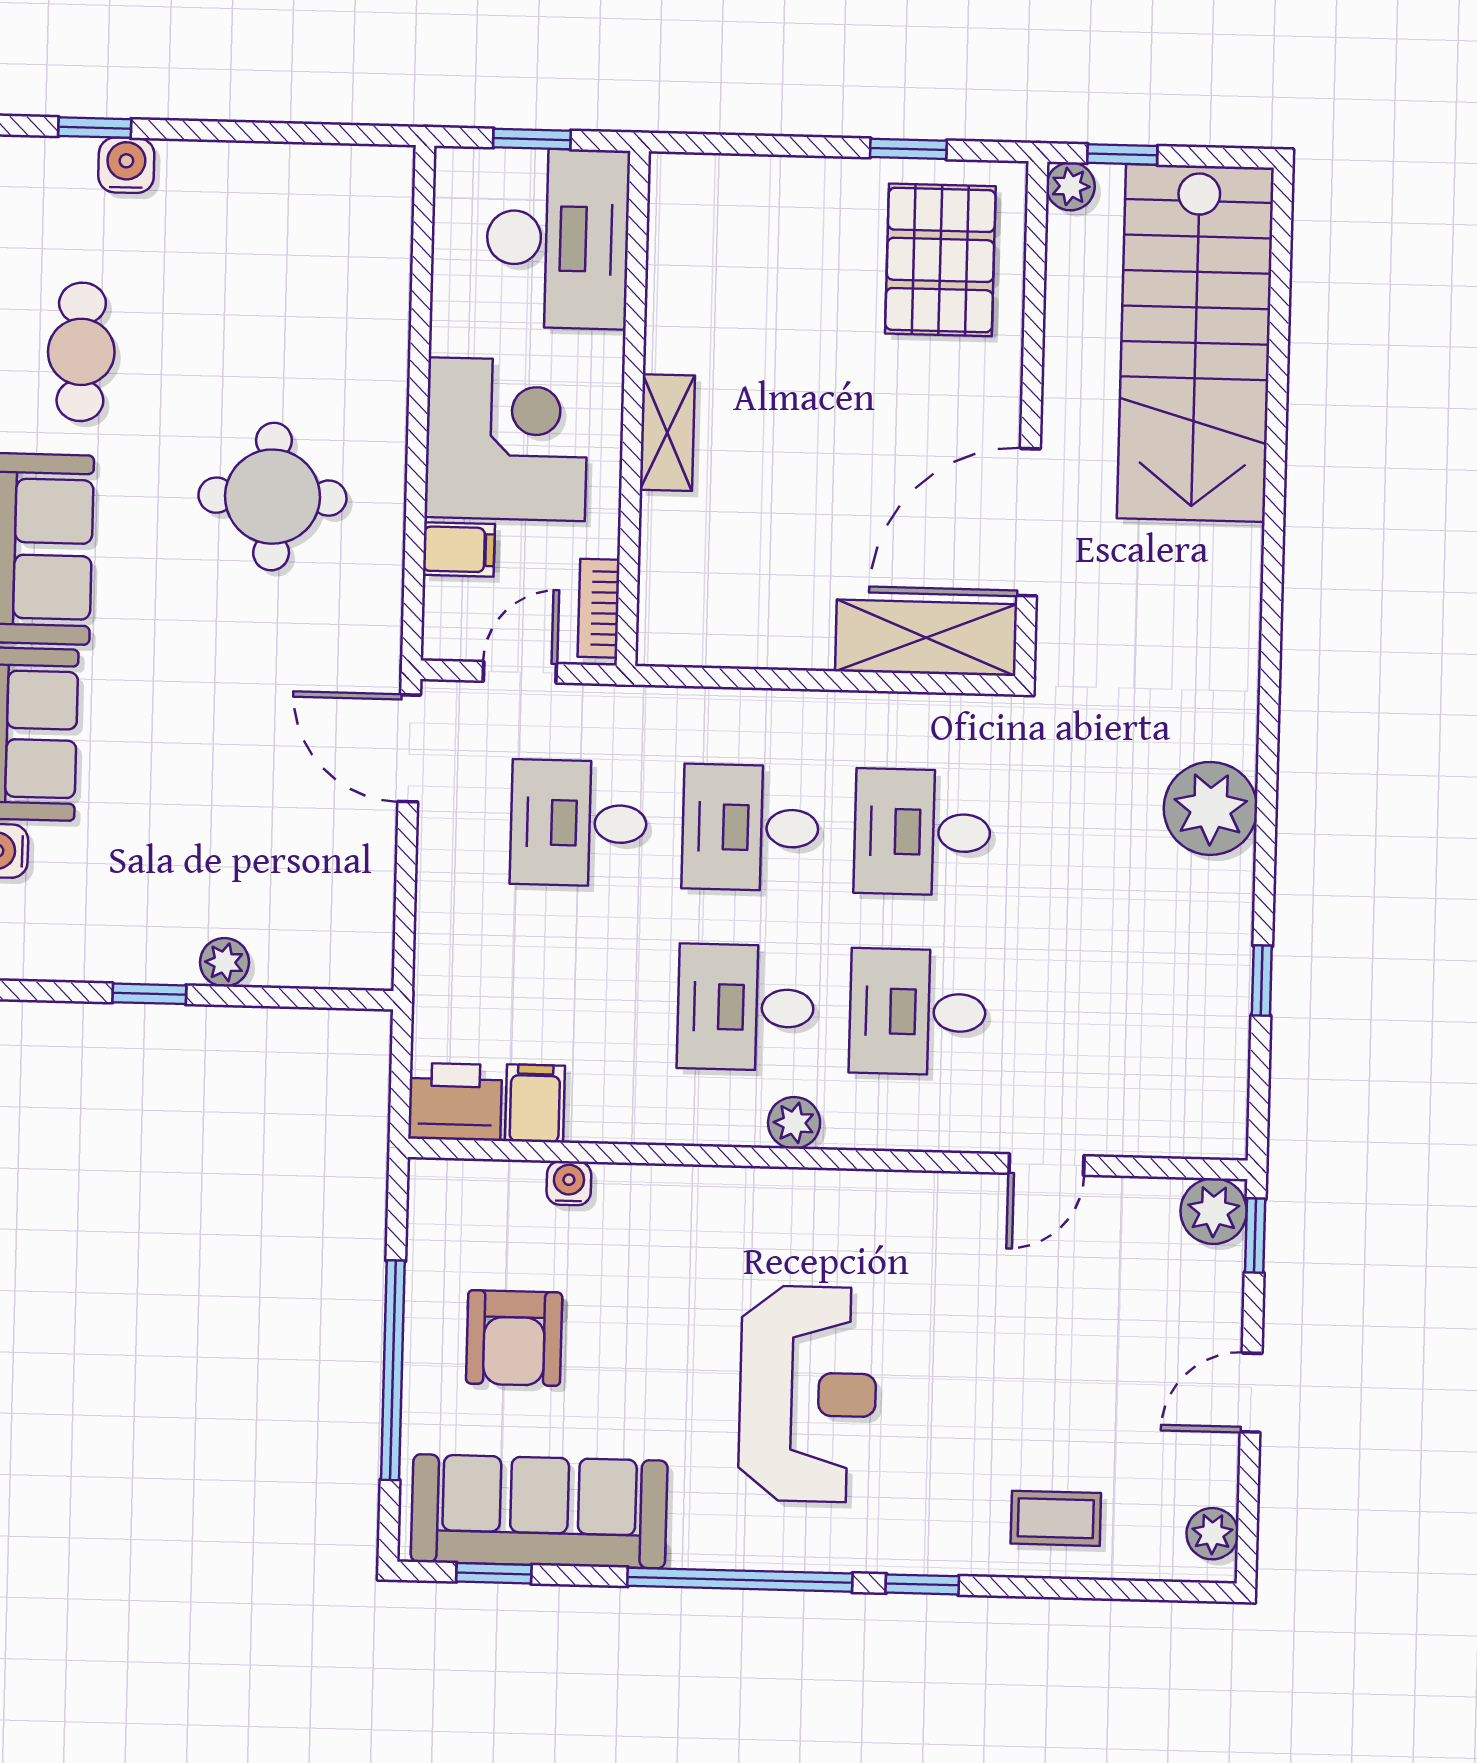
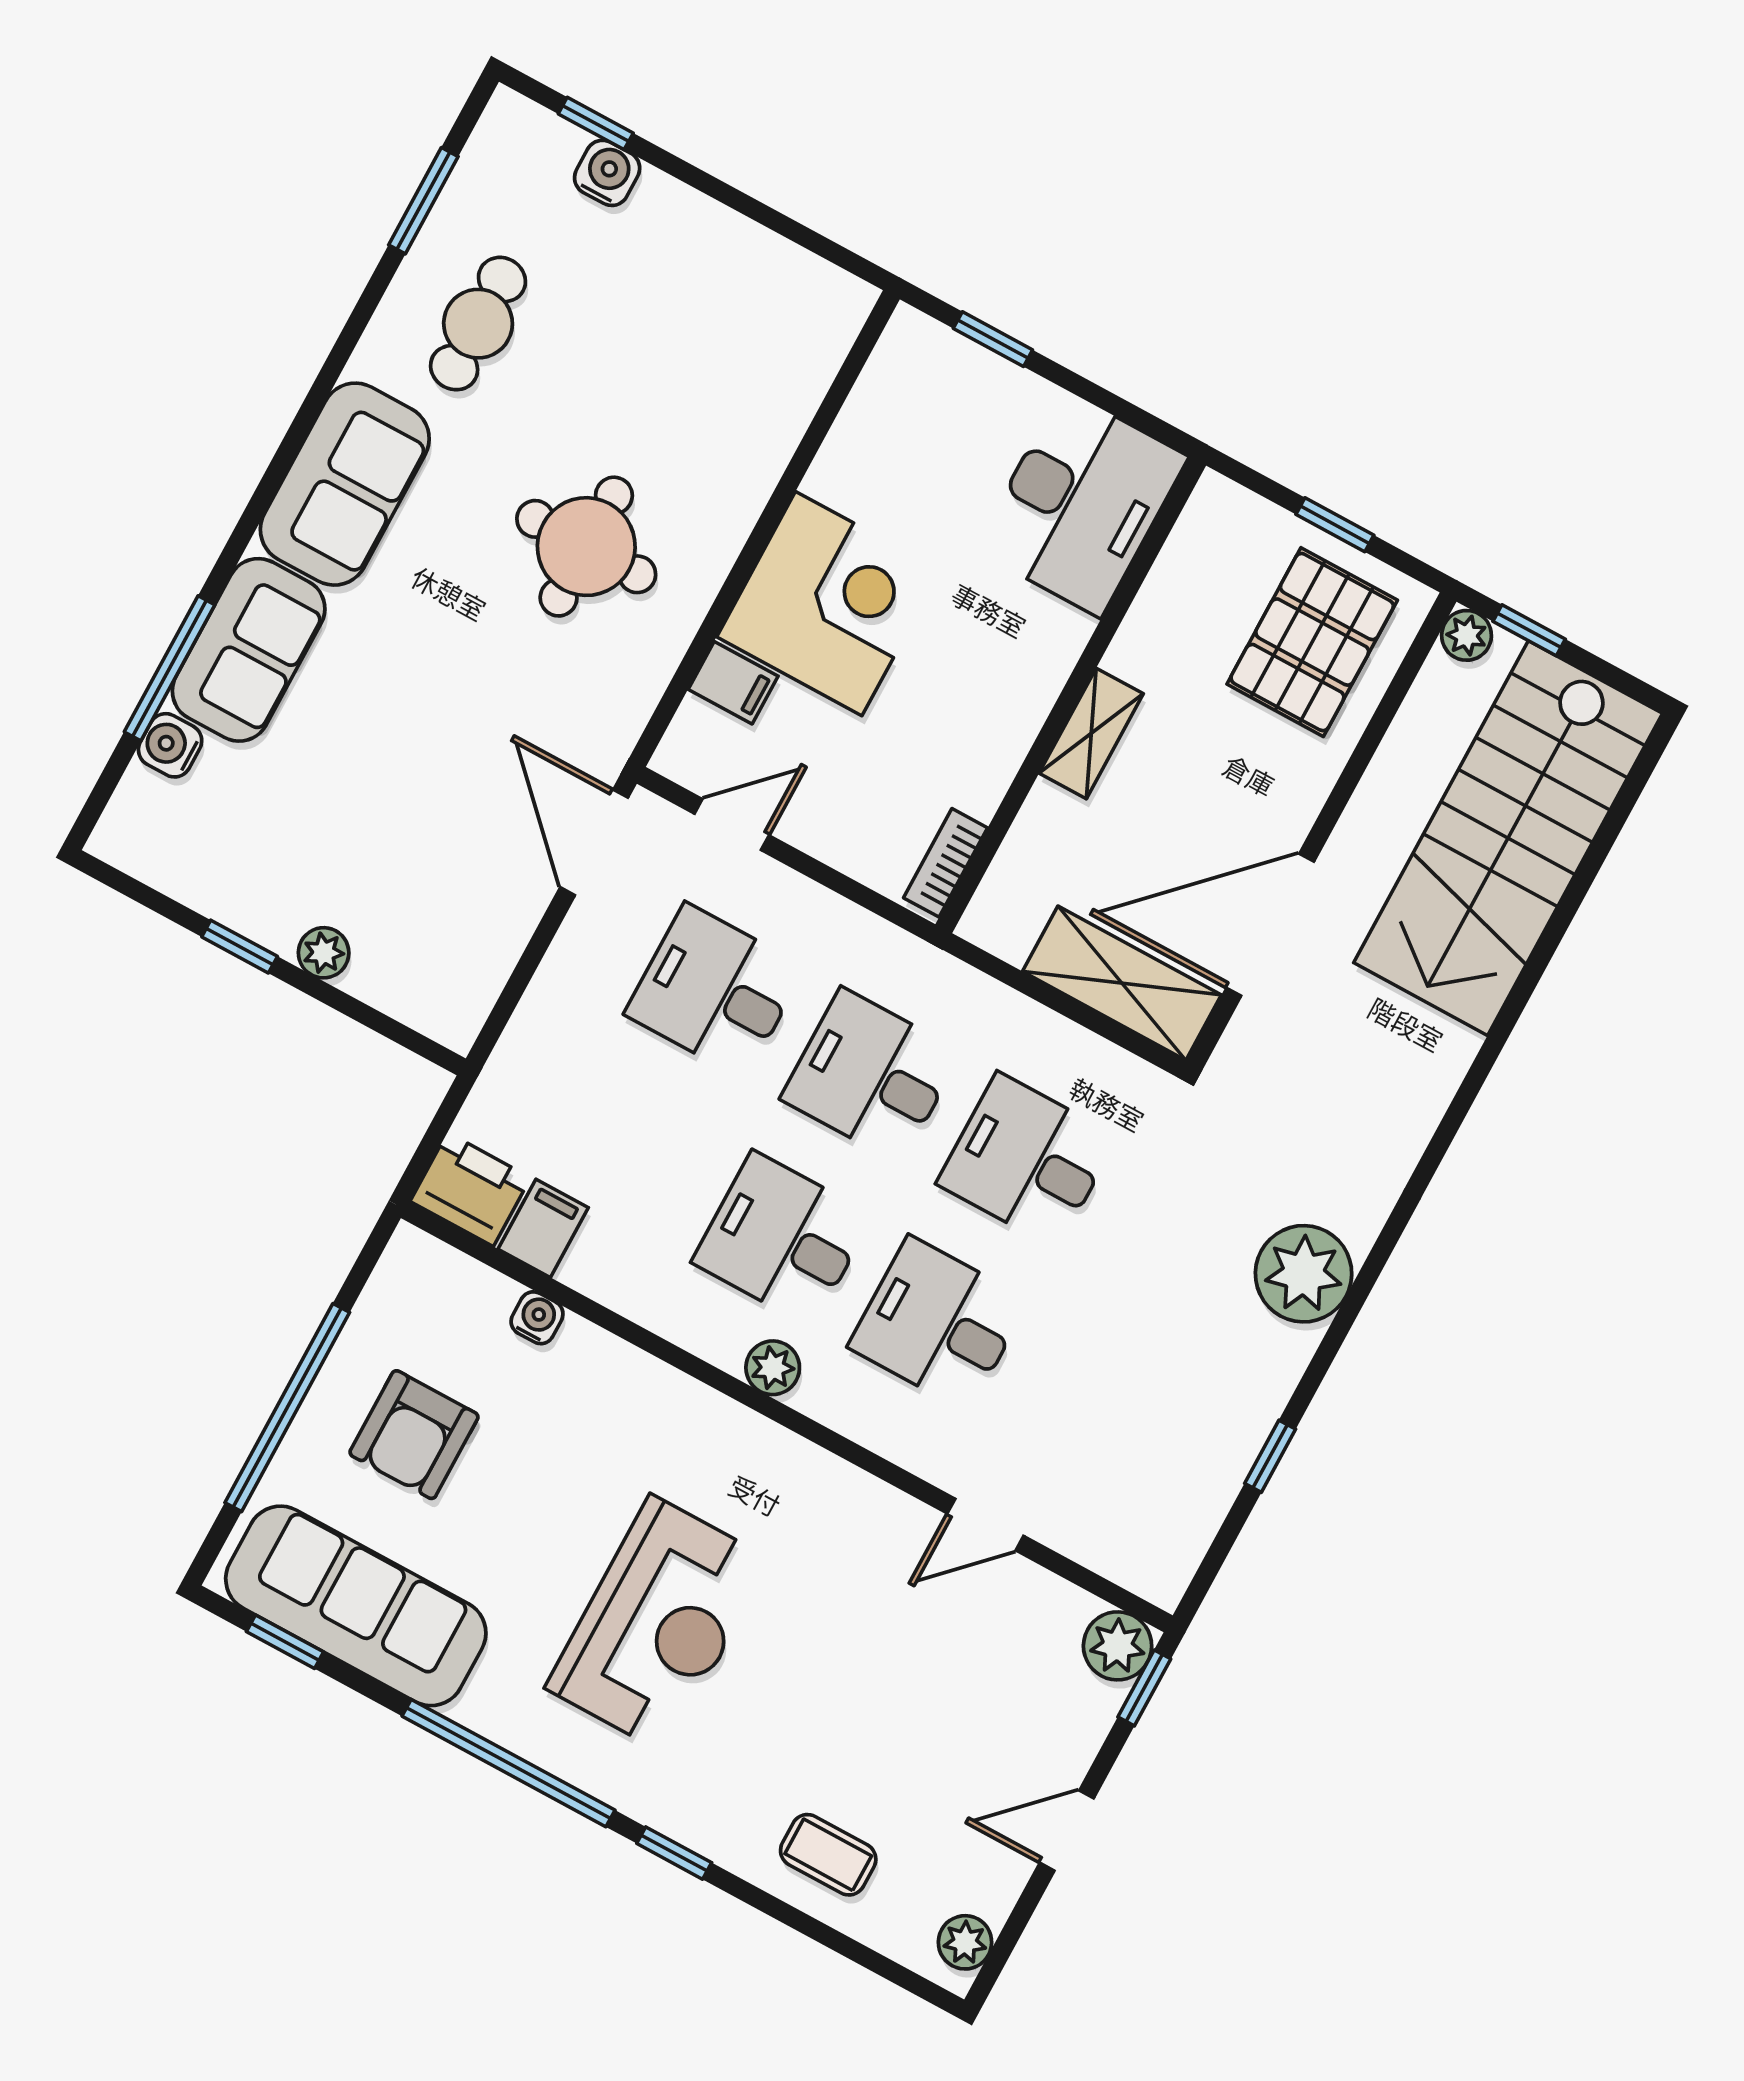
desk: (558, 238) -> (1081, 503), moved
wall: (633, 408) -> (1071, 695), moved
shelving: (667, 433) -> (1091, 733), moved
bookcase: (599, 608) -> (946, 863), moved

